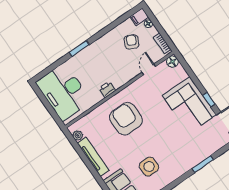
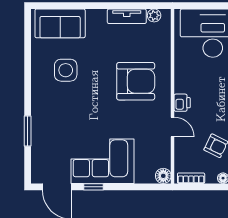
door: (149, 69) -> (173, 127), moved
printer: (107, 89) -> (182, 103), moved
tv unit: (93, 157) -> (127, 16), width x0.71

